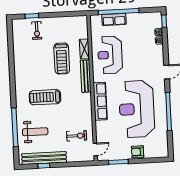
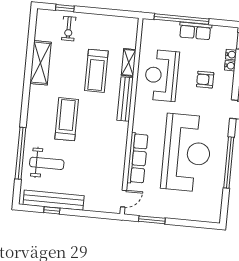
row of seats: (114, 19) -> (195, 31), moved
shelving: (20, 59) -> (41, 63), added
treadmill: (45, 97) -> (67, 119), turned 90
row of seats: (100, 101) -> (137, 158), moved
reception desk: (137, 109) -> (187, 153), turned 180
exercise bike: (77, 136) -> (101, 177), removed
armchair: (138, 152) -> (205, 80), moved

